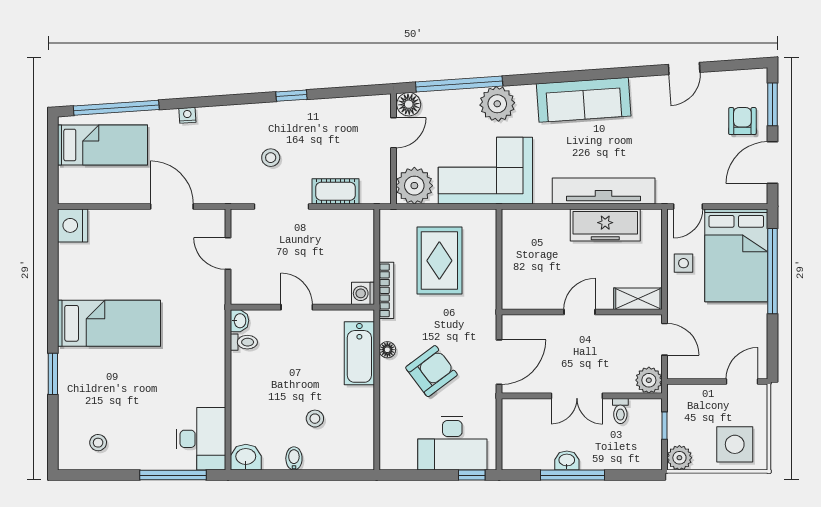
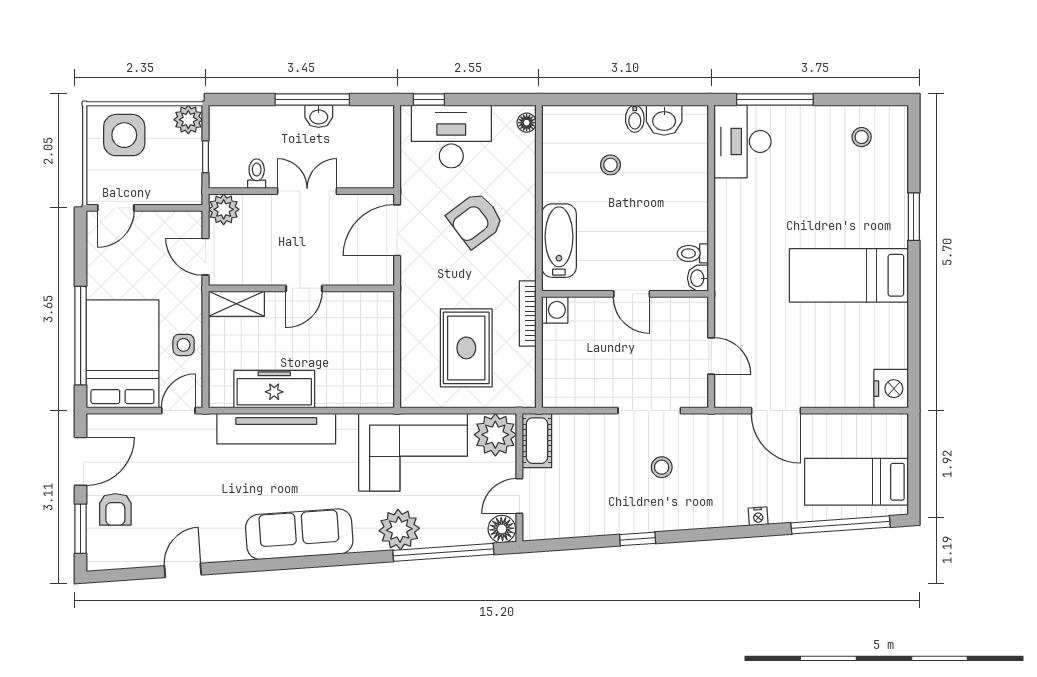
cot: (336, 191) -> (537, 441), moved, turned 90
floor lamp: (387, 350) -> (527, 123), moved
washbasin: (246, 457) -> (664, 120), moved

